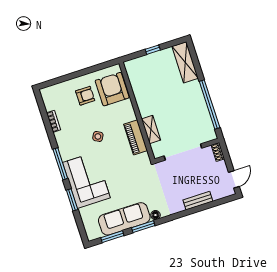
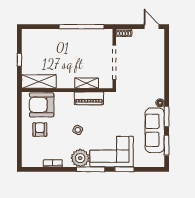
shelving: (185, 62) -> (39, 82), moved
plant: (69, 149) -> (80, 158), added
bench: (198, 201) -> (160, 63), removed

